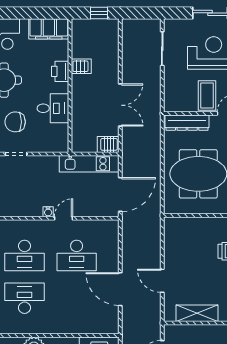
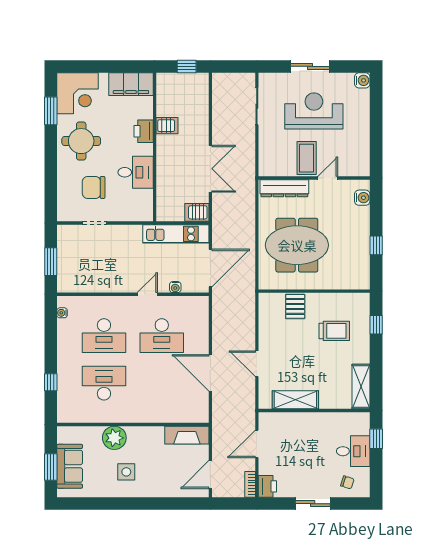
water cooler: (48, 212) -> (175, 287), moved
pallet: (197, 229) -> (295, 306), added

